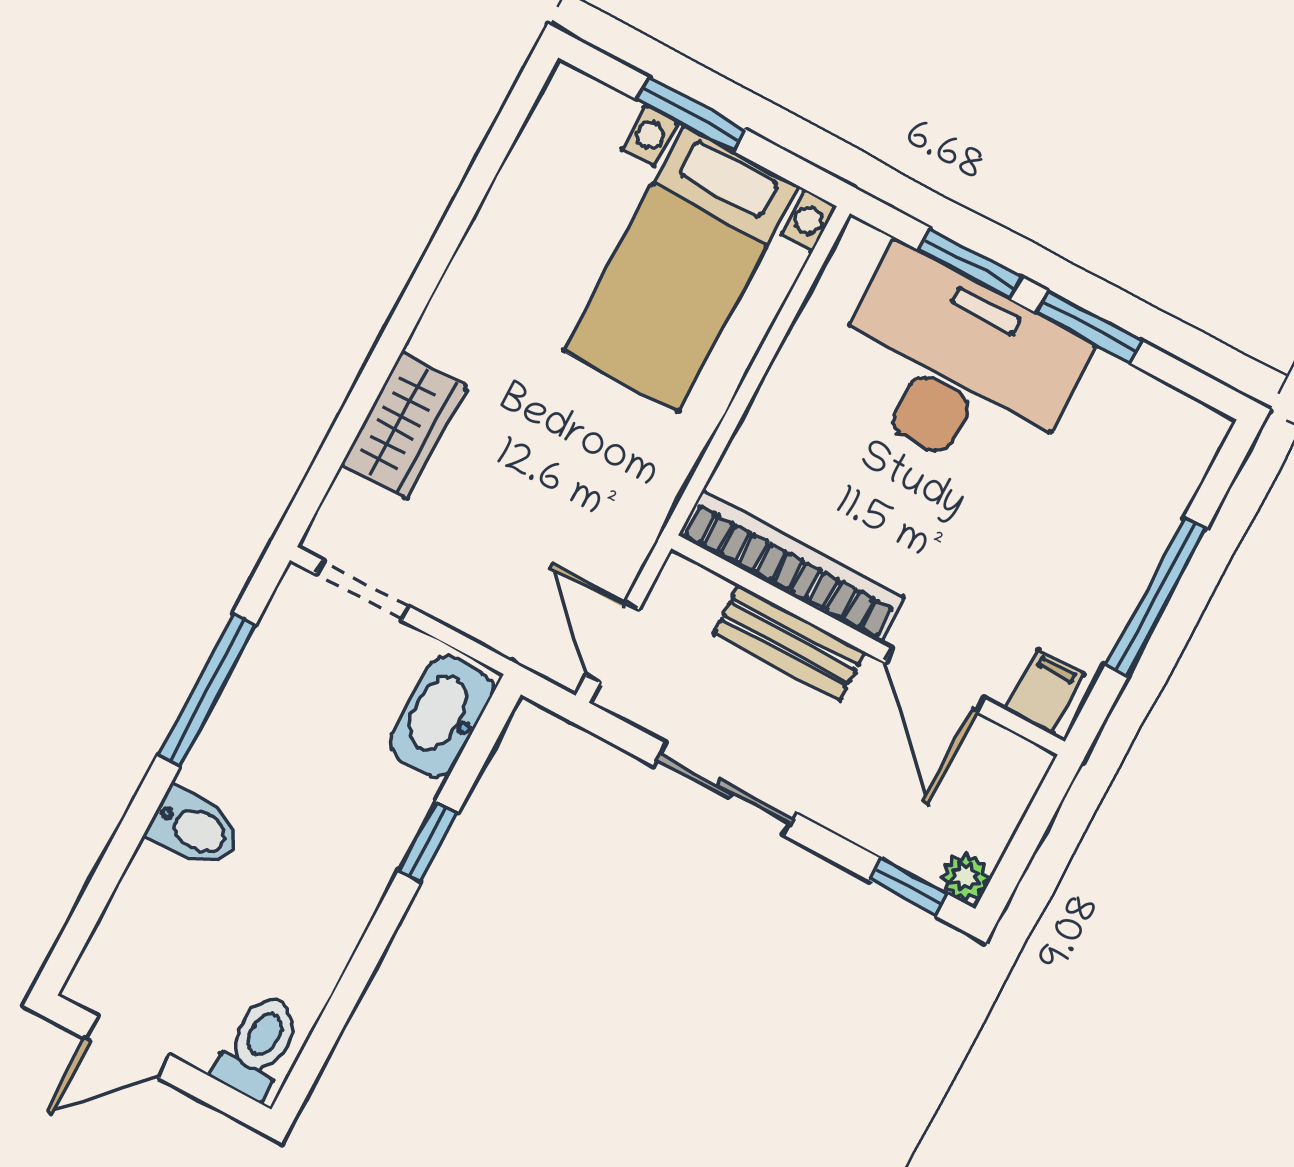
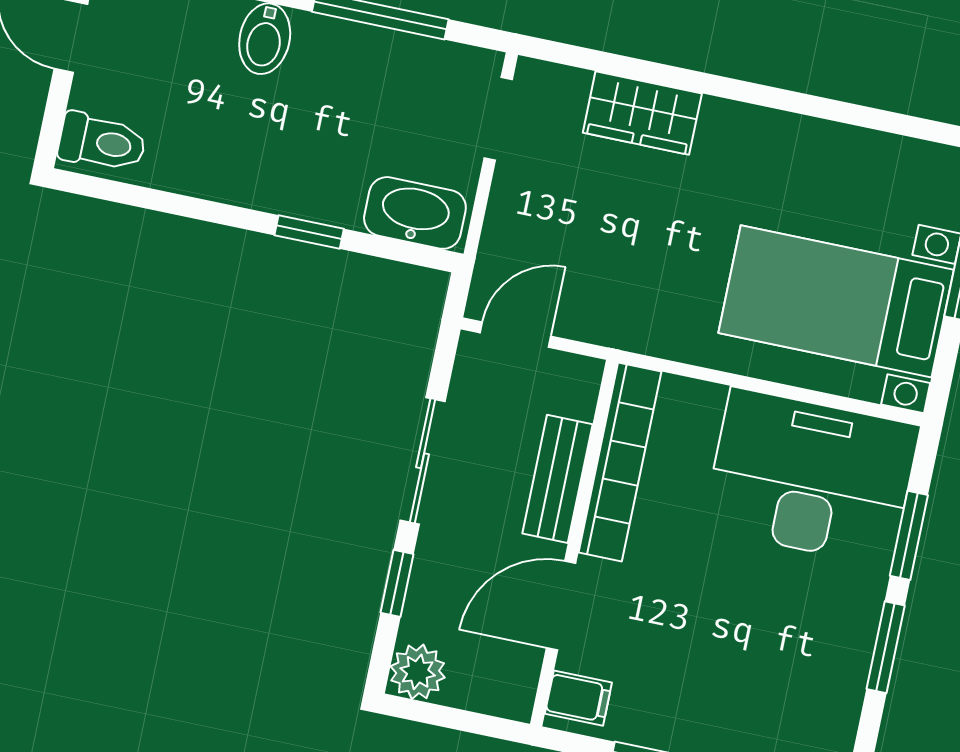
desk: (956, 367) -> (811, 477), moved, turned -90
plant: (966, 877) -> (418, 672), width x1.38, depth x1.38
window: (909, 887) -> (397, 583), moved

